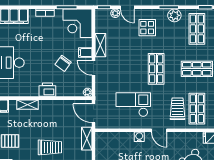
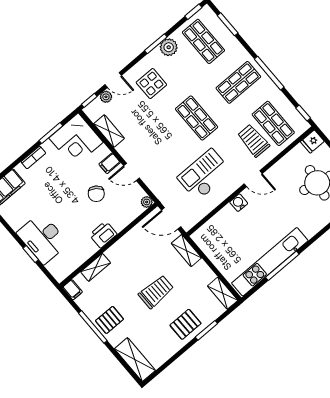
shelving: (100, 45) -> (109, 131), moved

